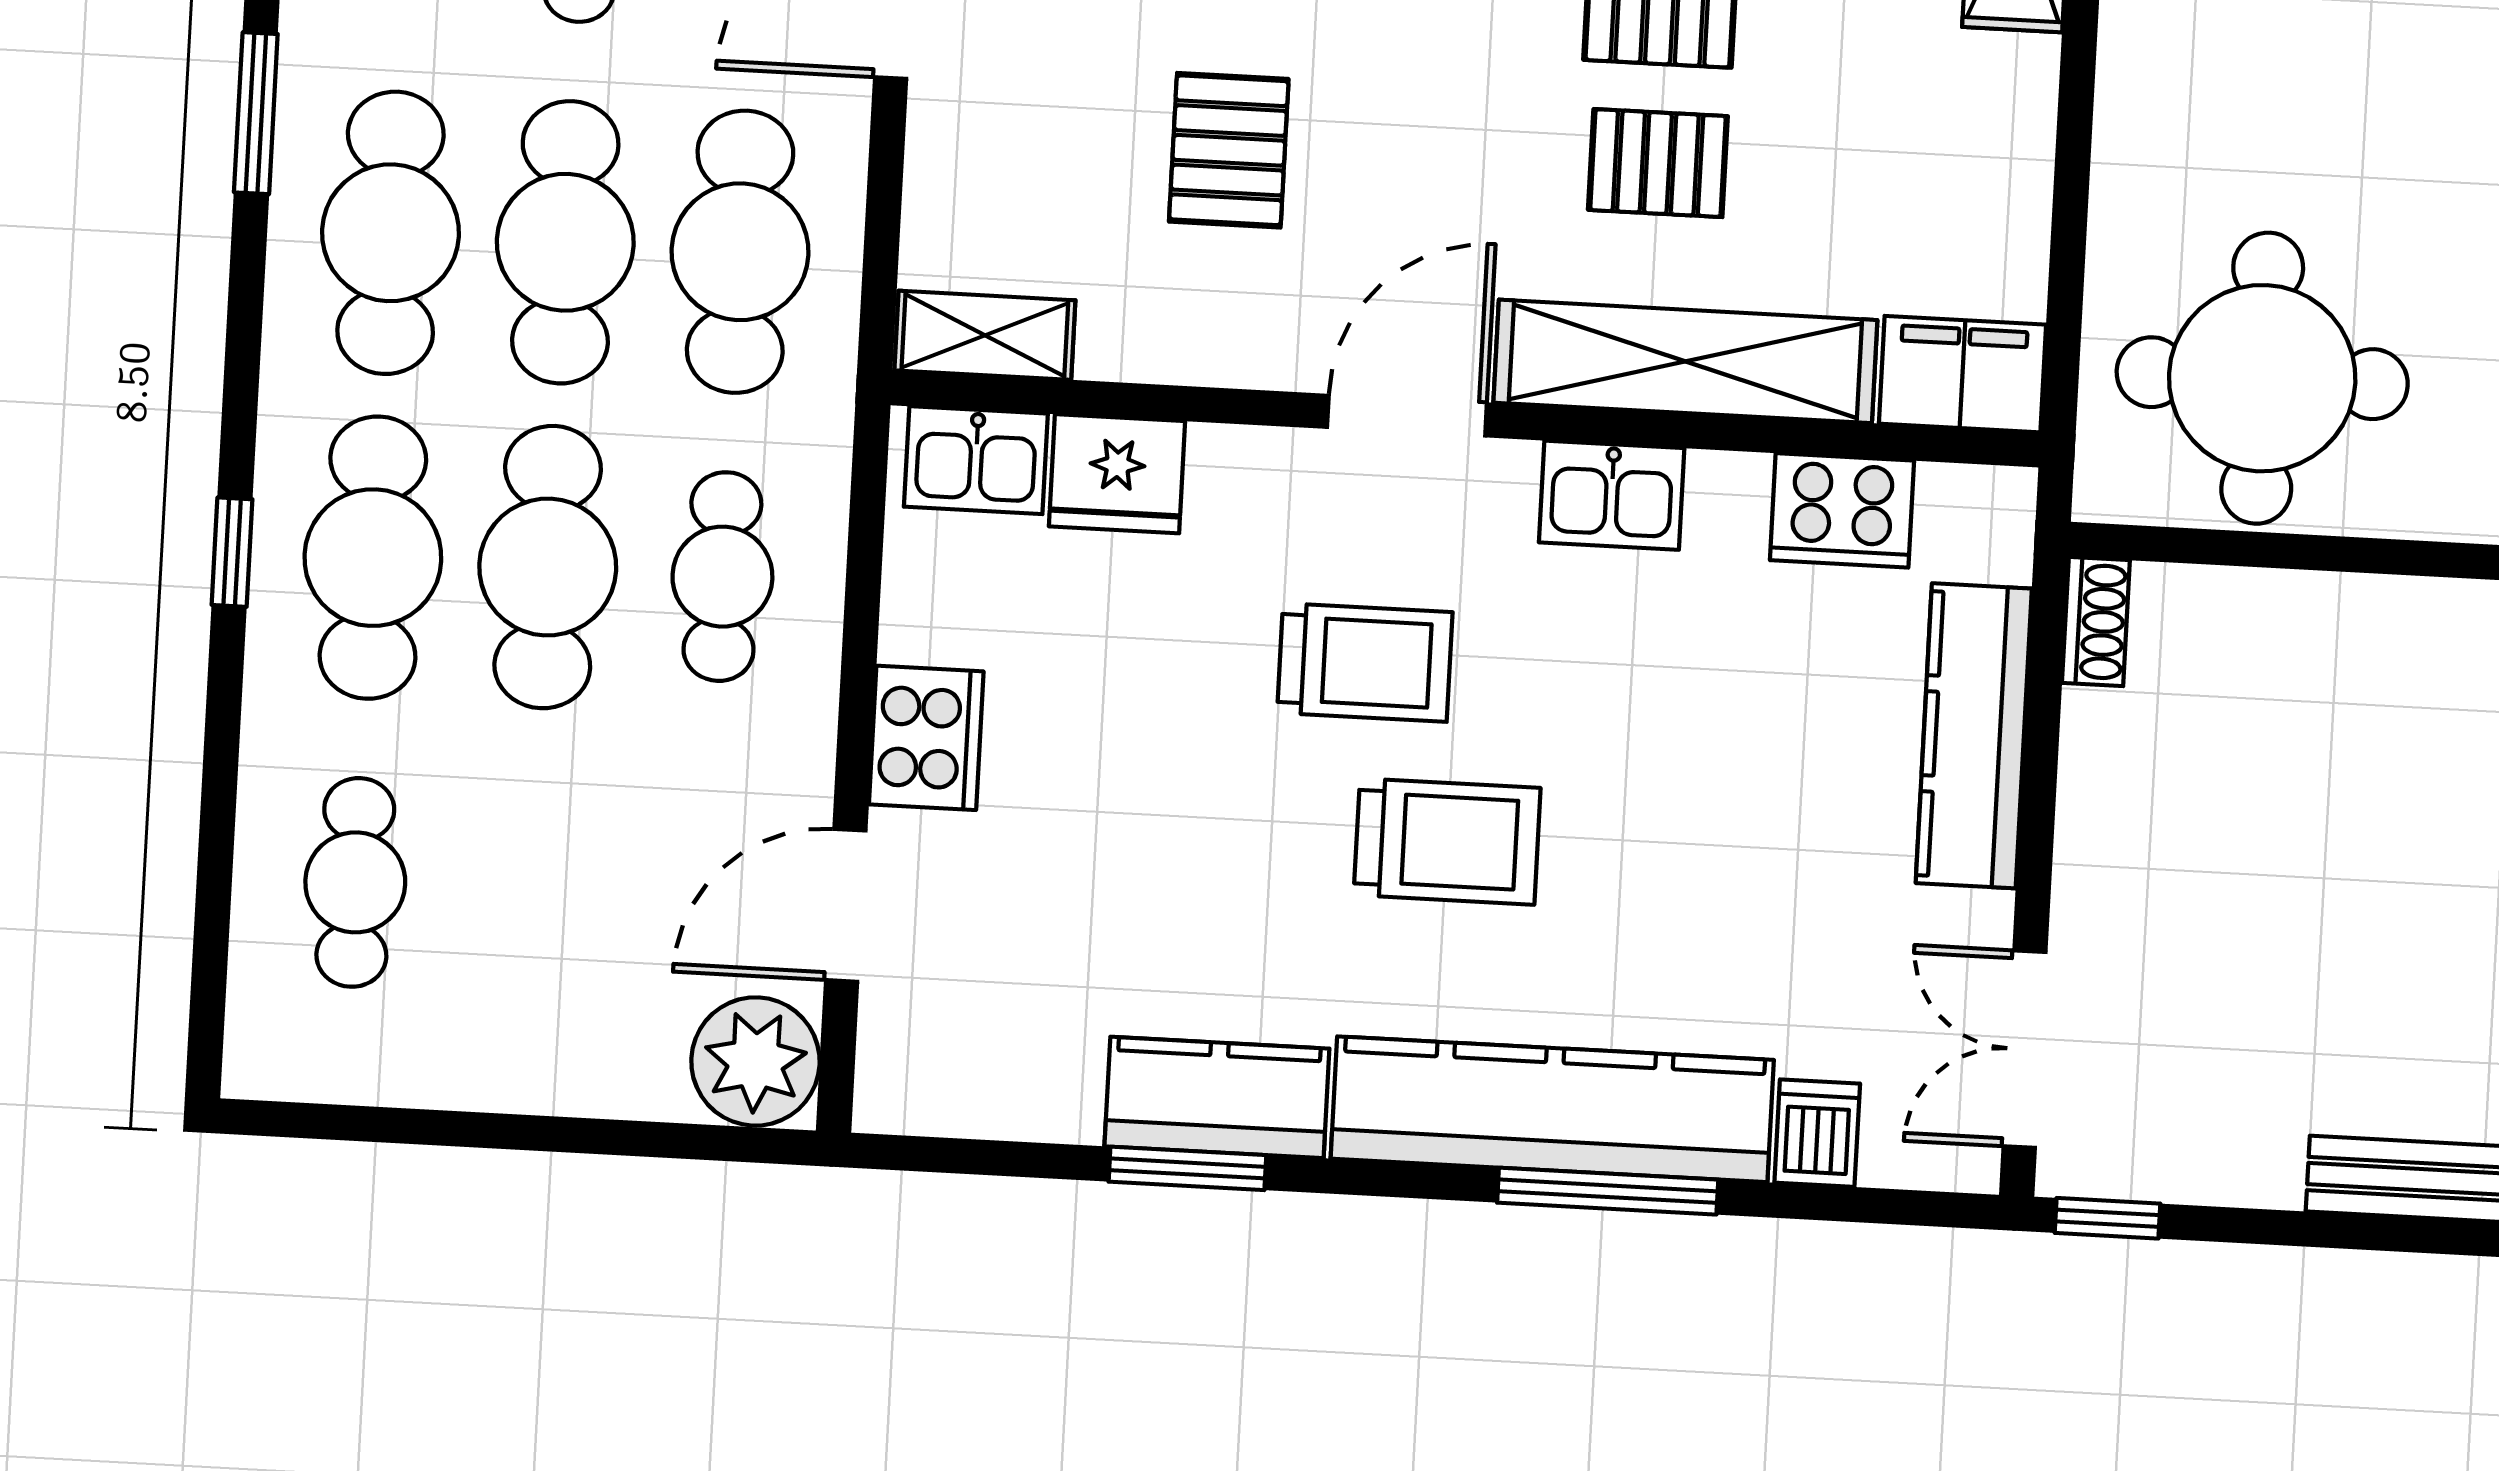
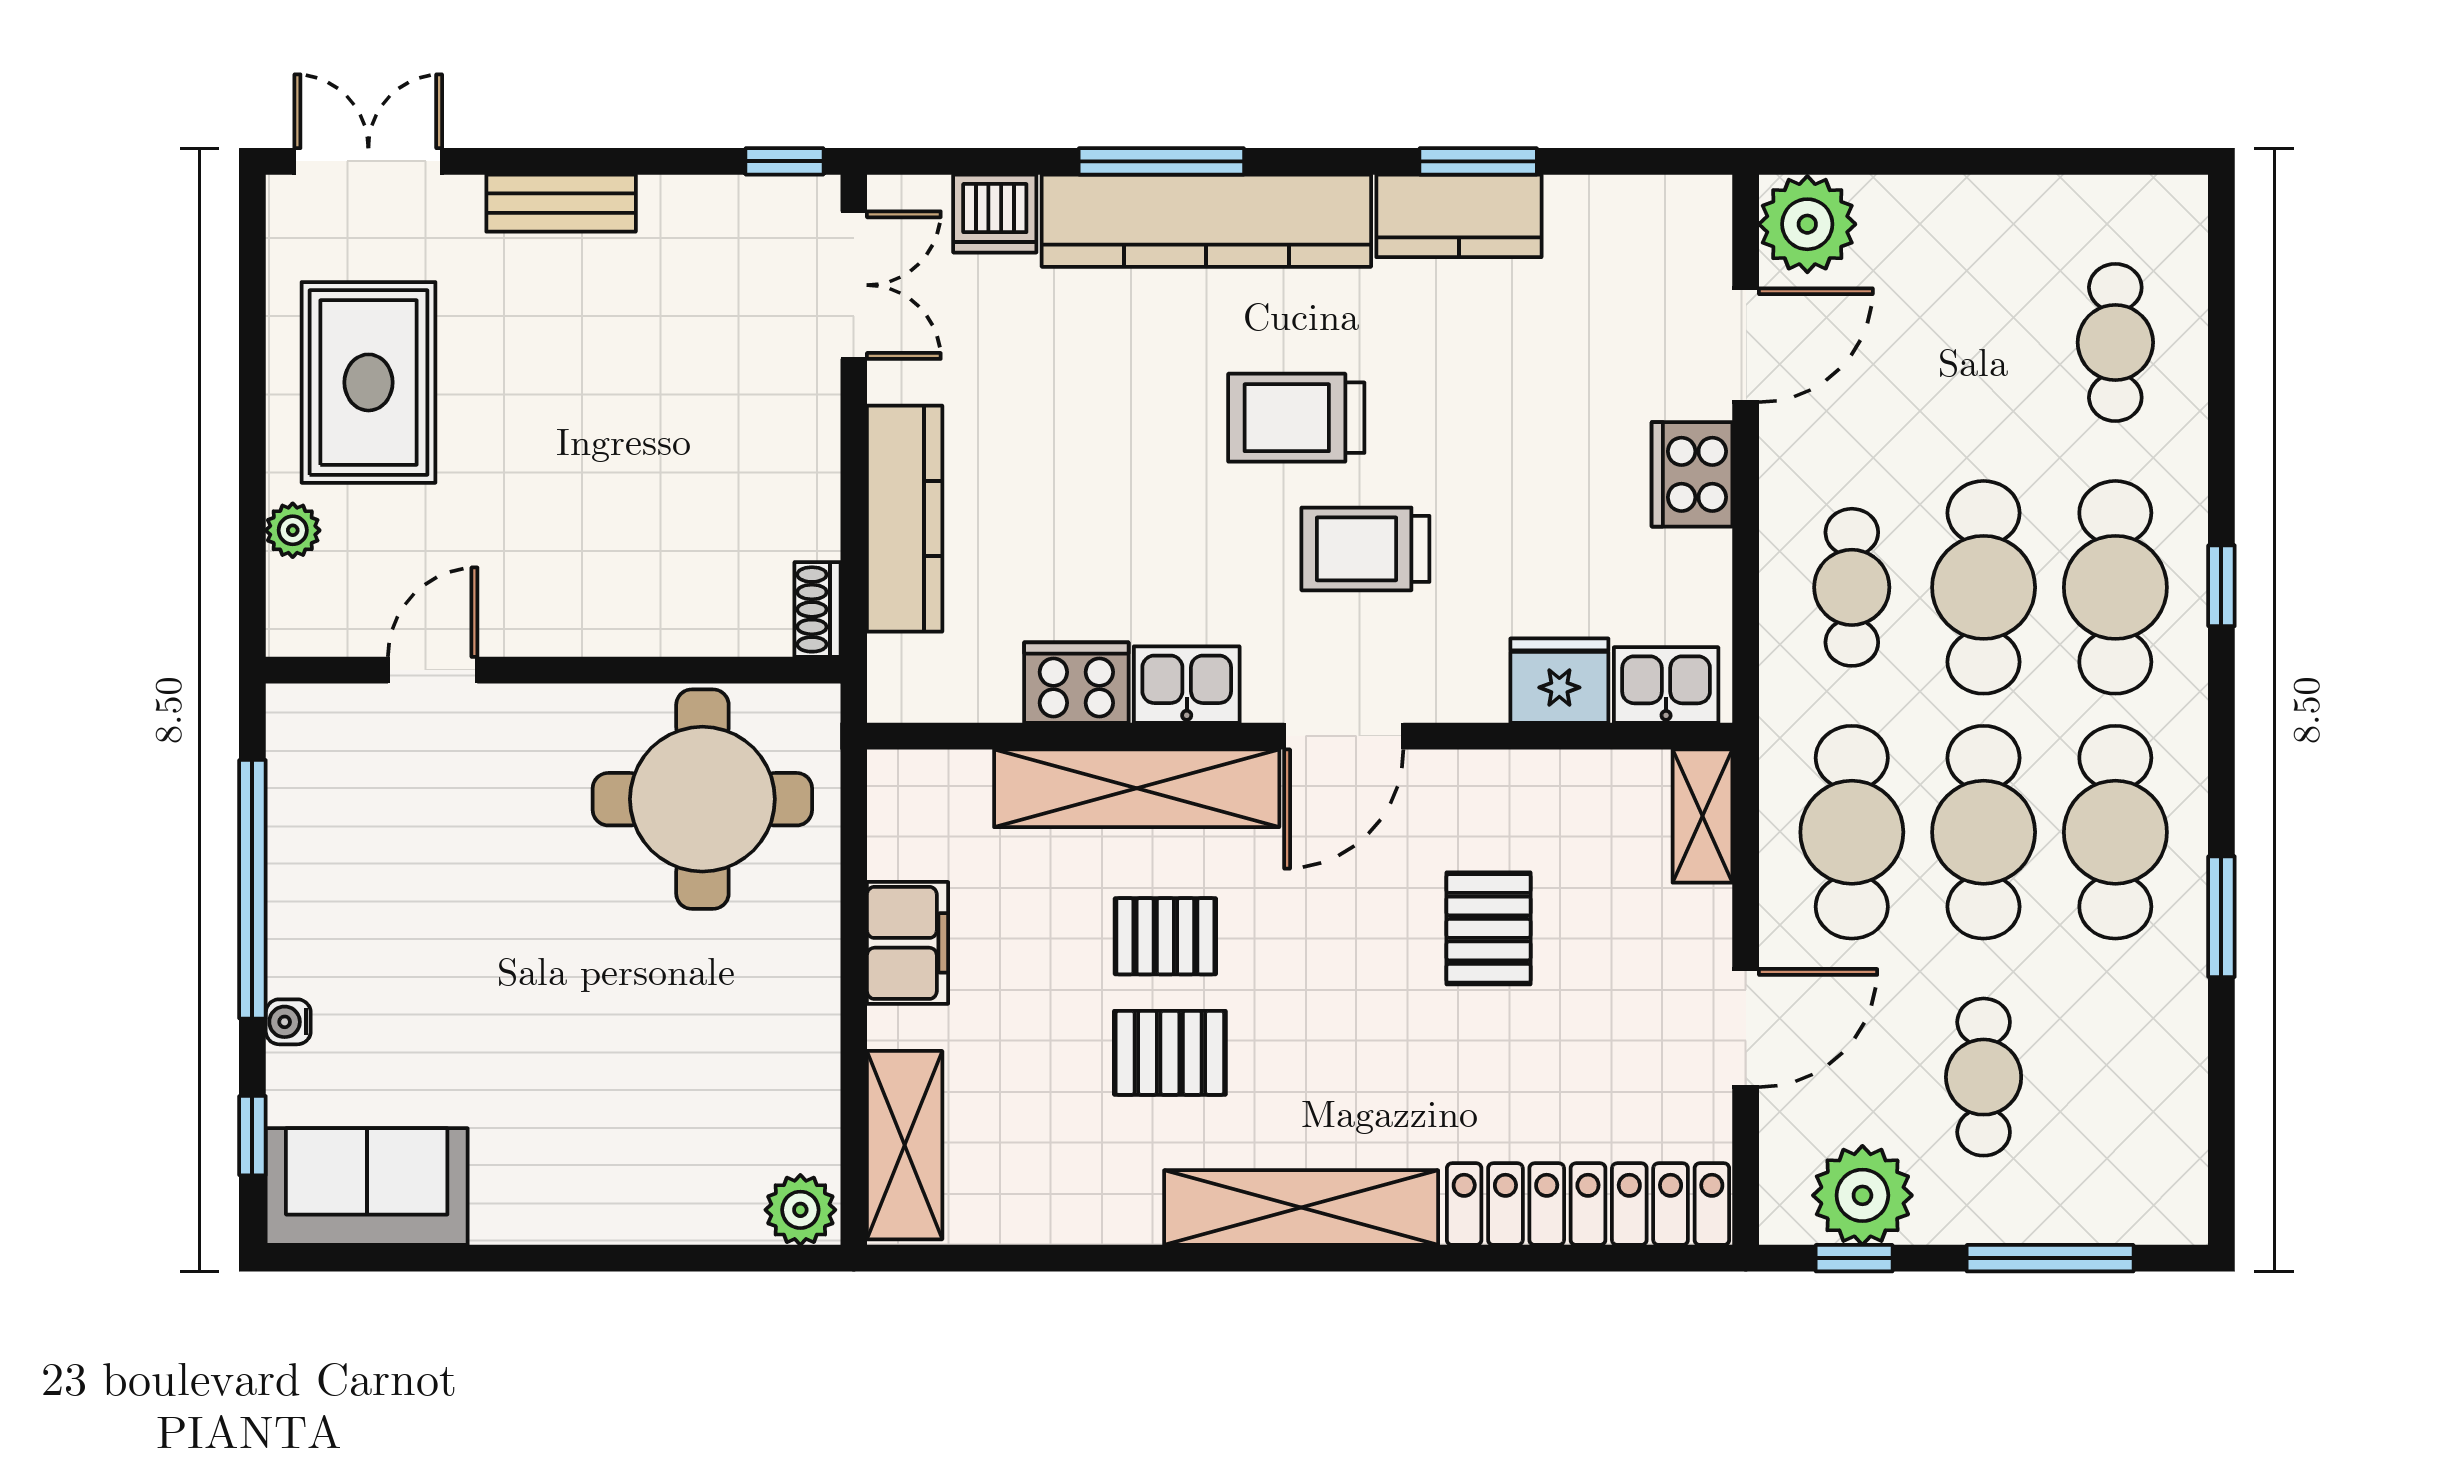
shelving: (985, 335) -> (1703, 816), moved, turned 90
filing cabinet: (1963, 374) -> (908, 943), moved, turned -90
cooker: (1842, 510) -> (1076, 683), moved
dishwasher: (1817, 1133) -> (995, 214), width x1.38

